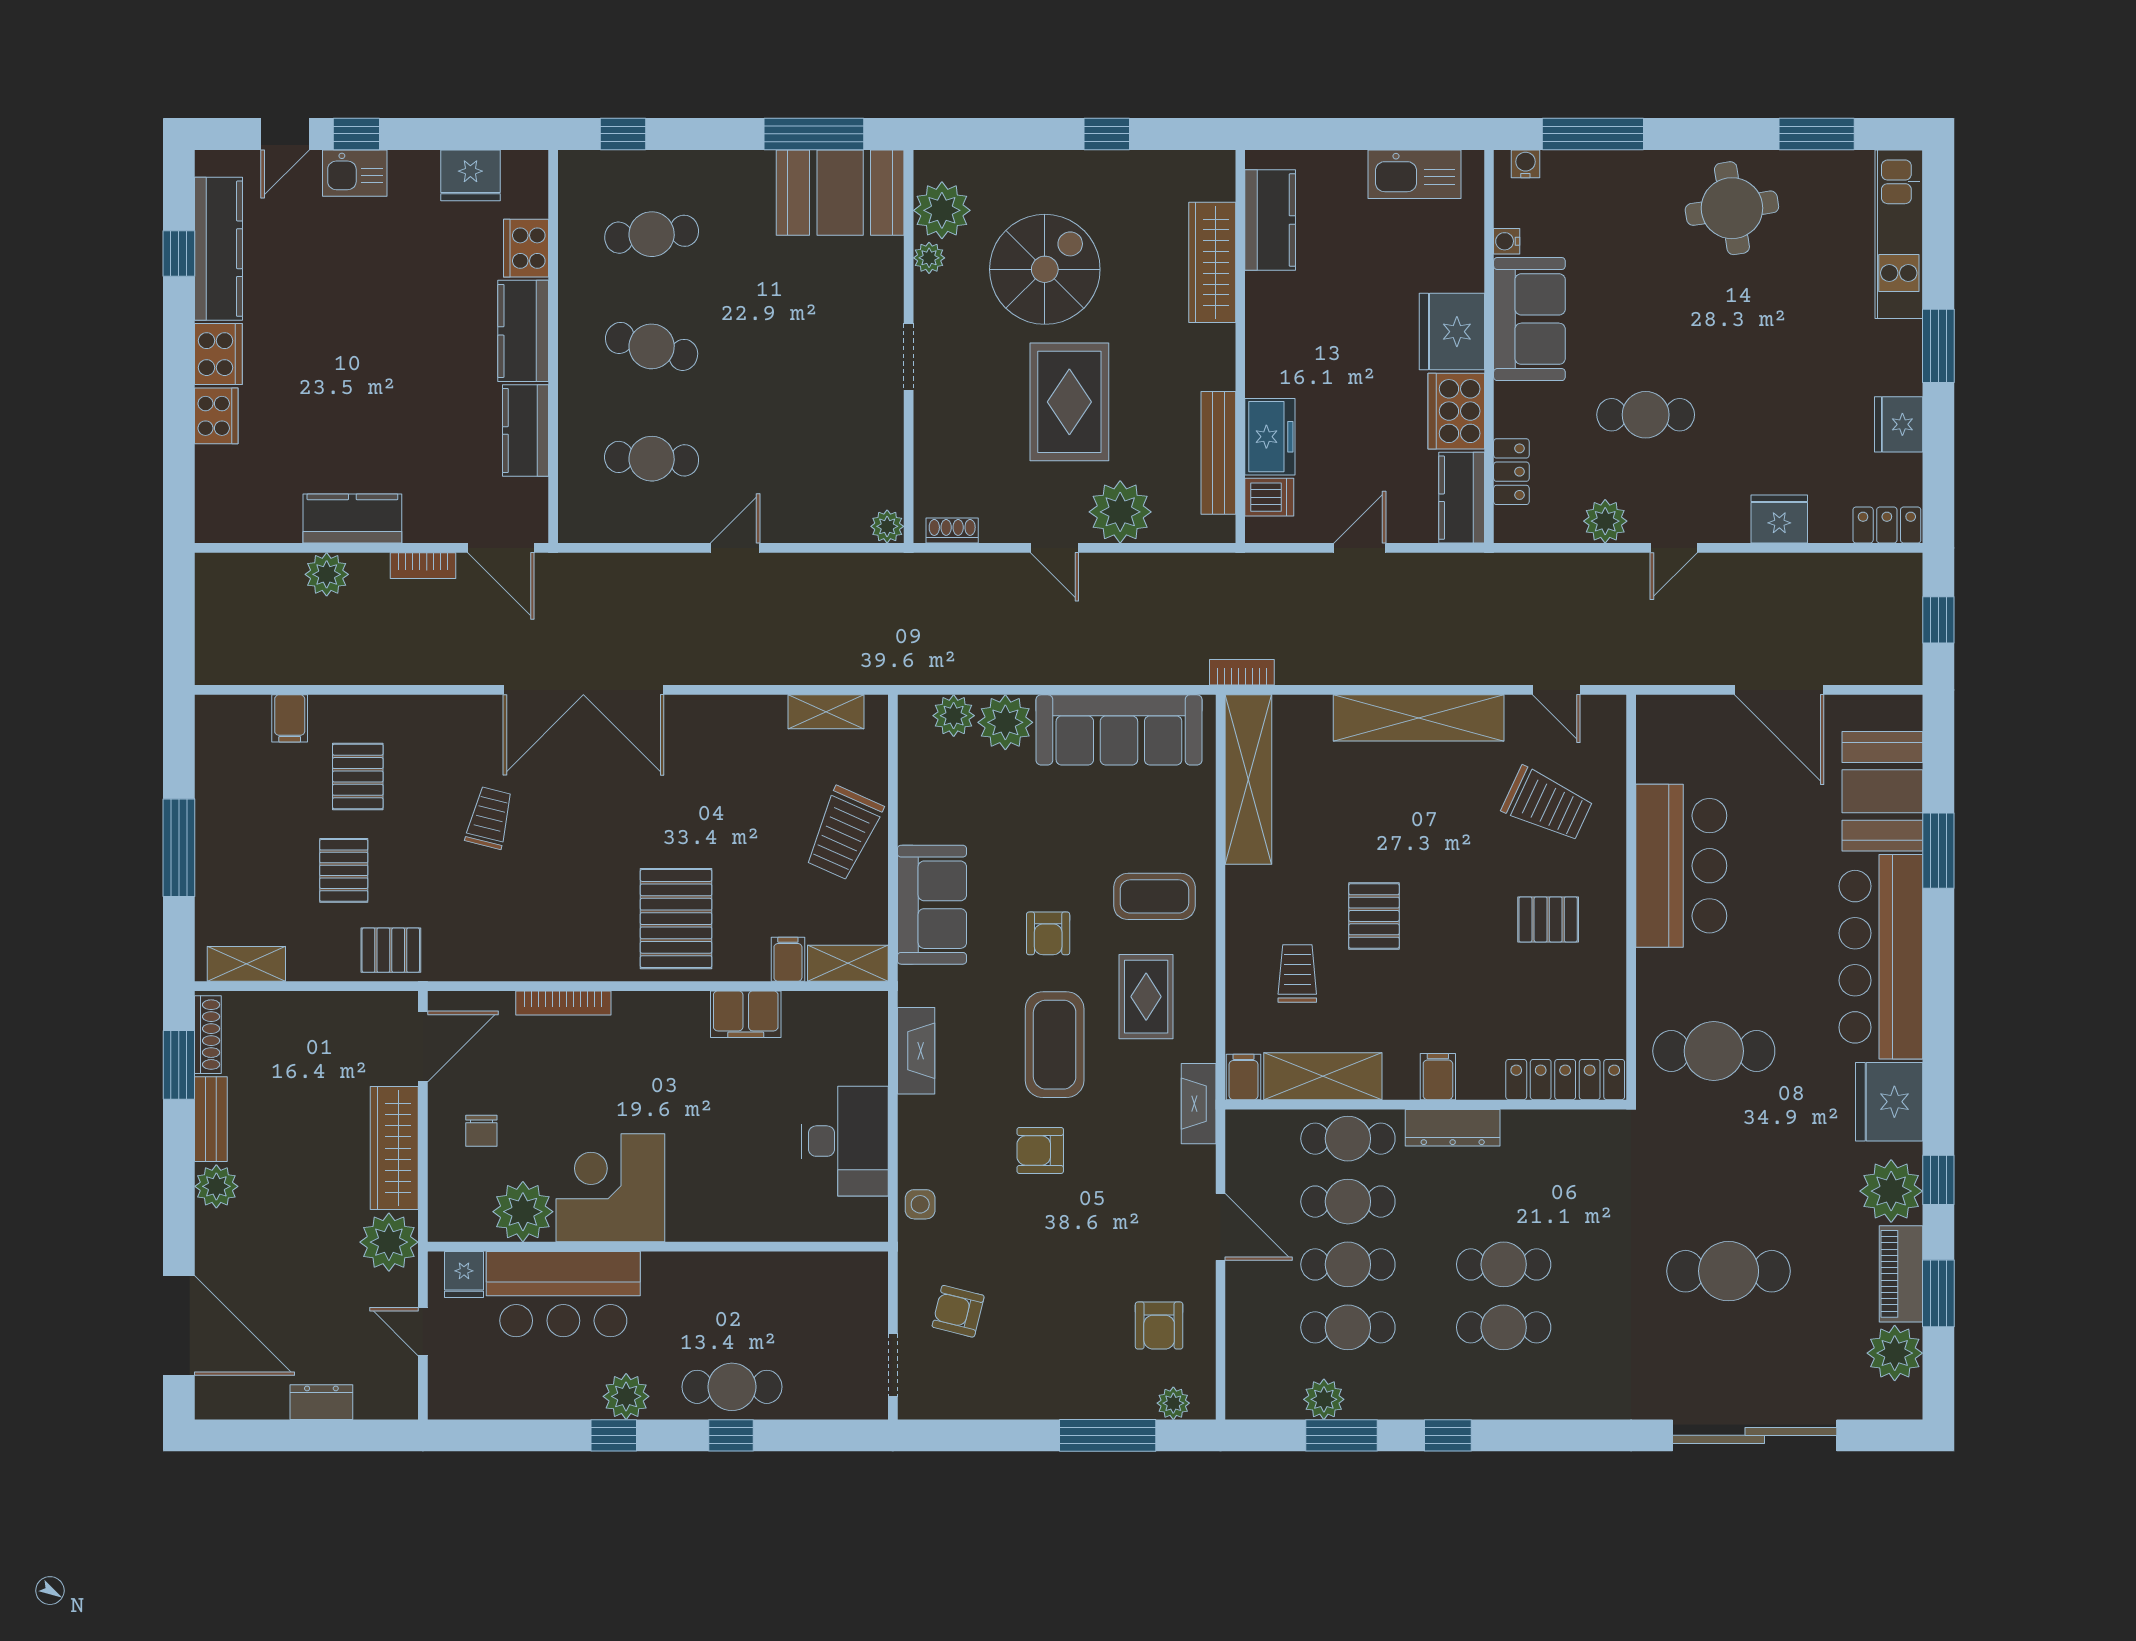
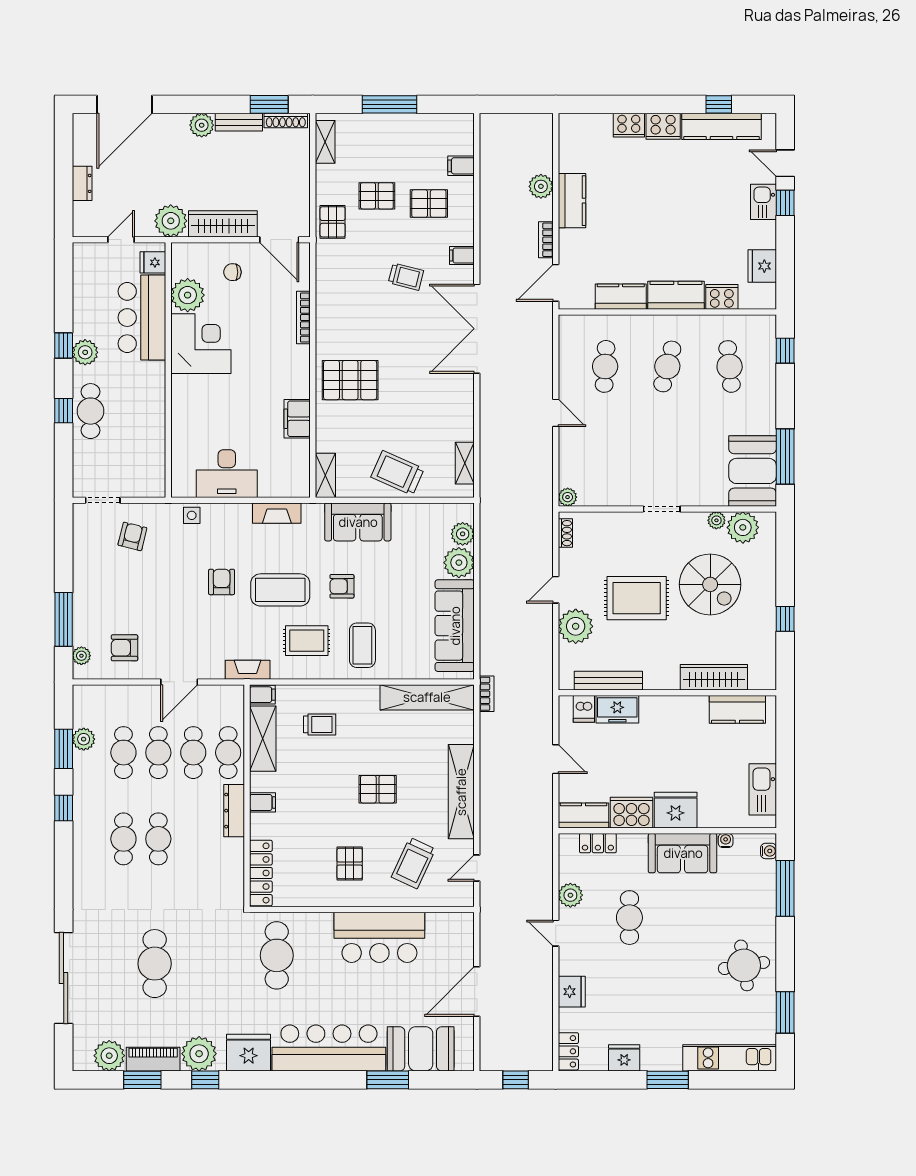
pallet: (1374, 916) -> (378, 789), moved
filing cabinet: (788, 959) -> (462, 255), moved, turned 180

